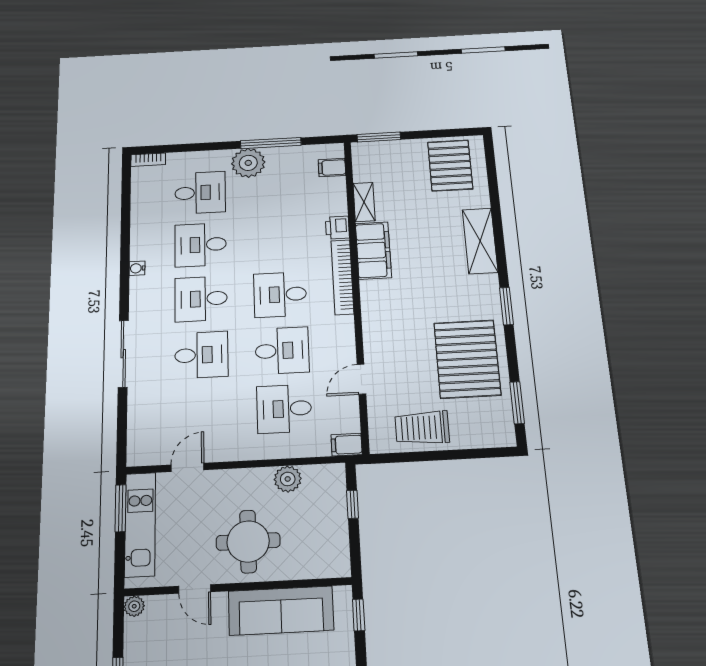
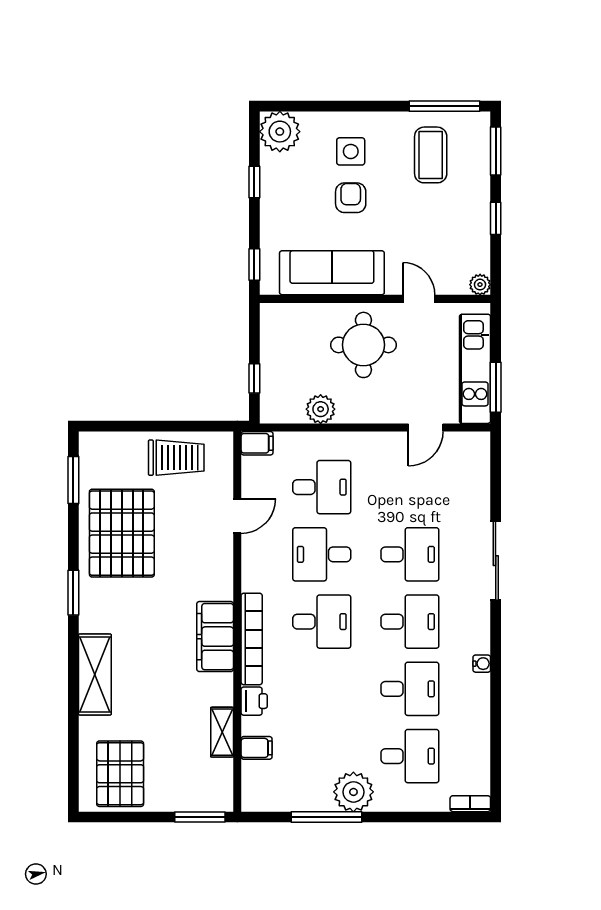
filing cabinet: (332, 168) -> (257, 748), moved
desk: (200, 193) -> (410, 756), turned 180
filing cabinet: (373, 250) -> (215, 637), moved
desk: (201, 355) -> (410, 554), turned 180

